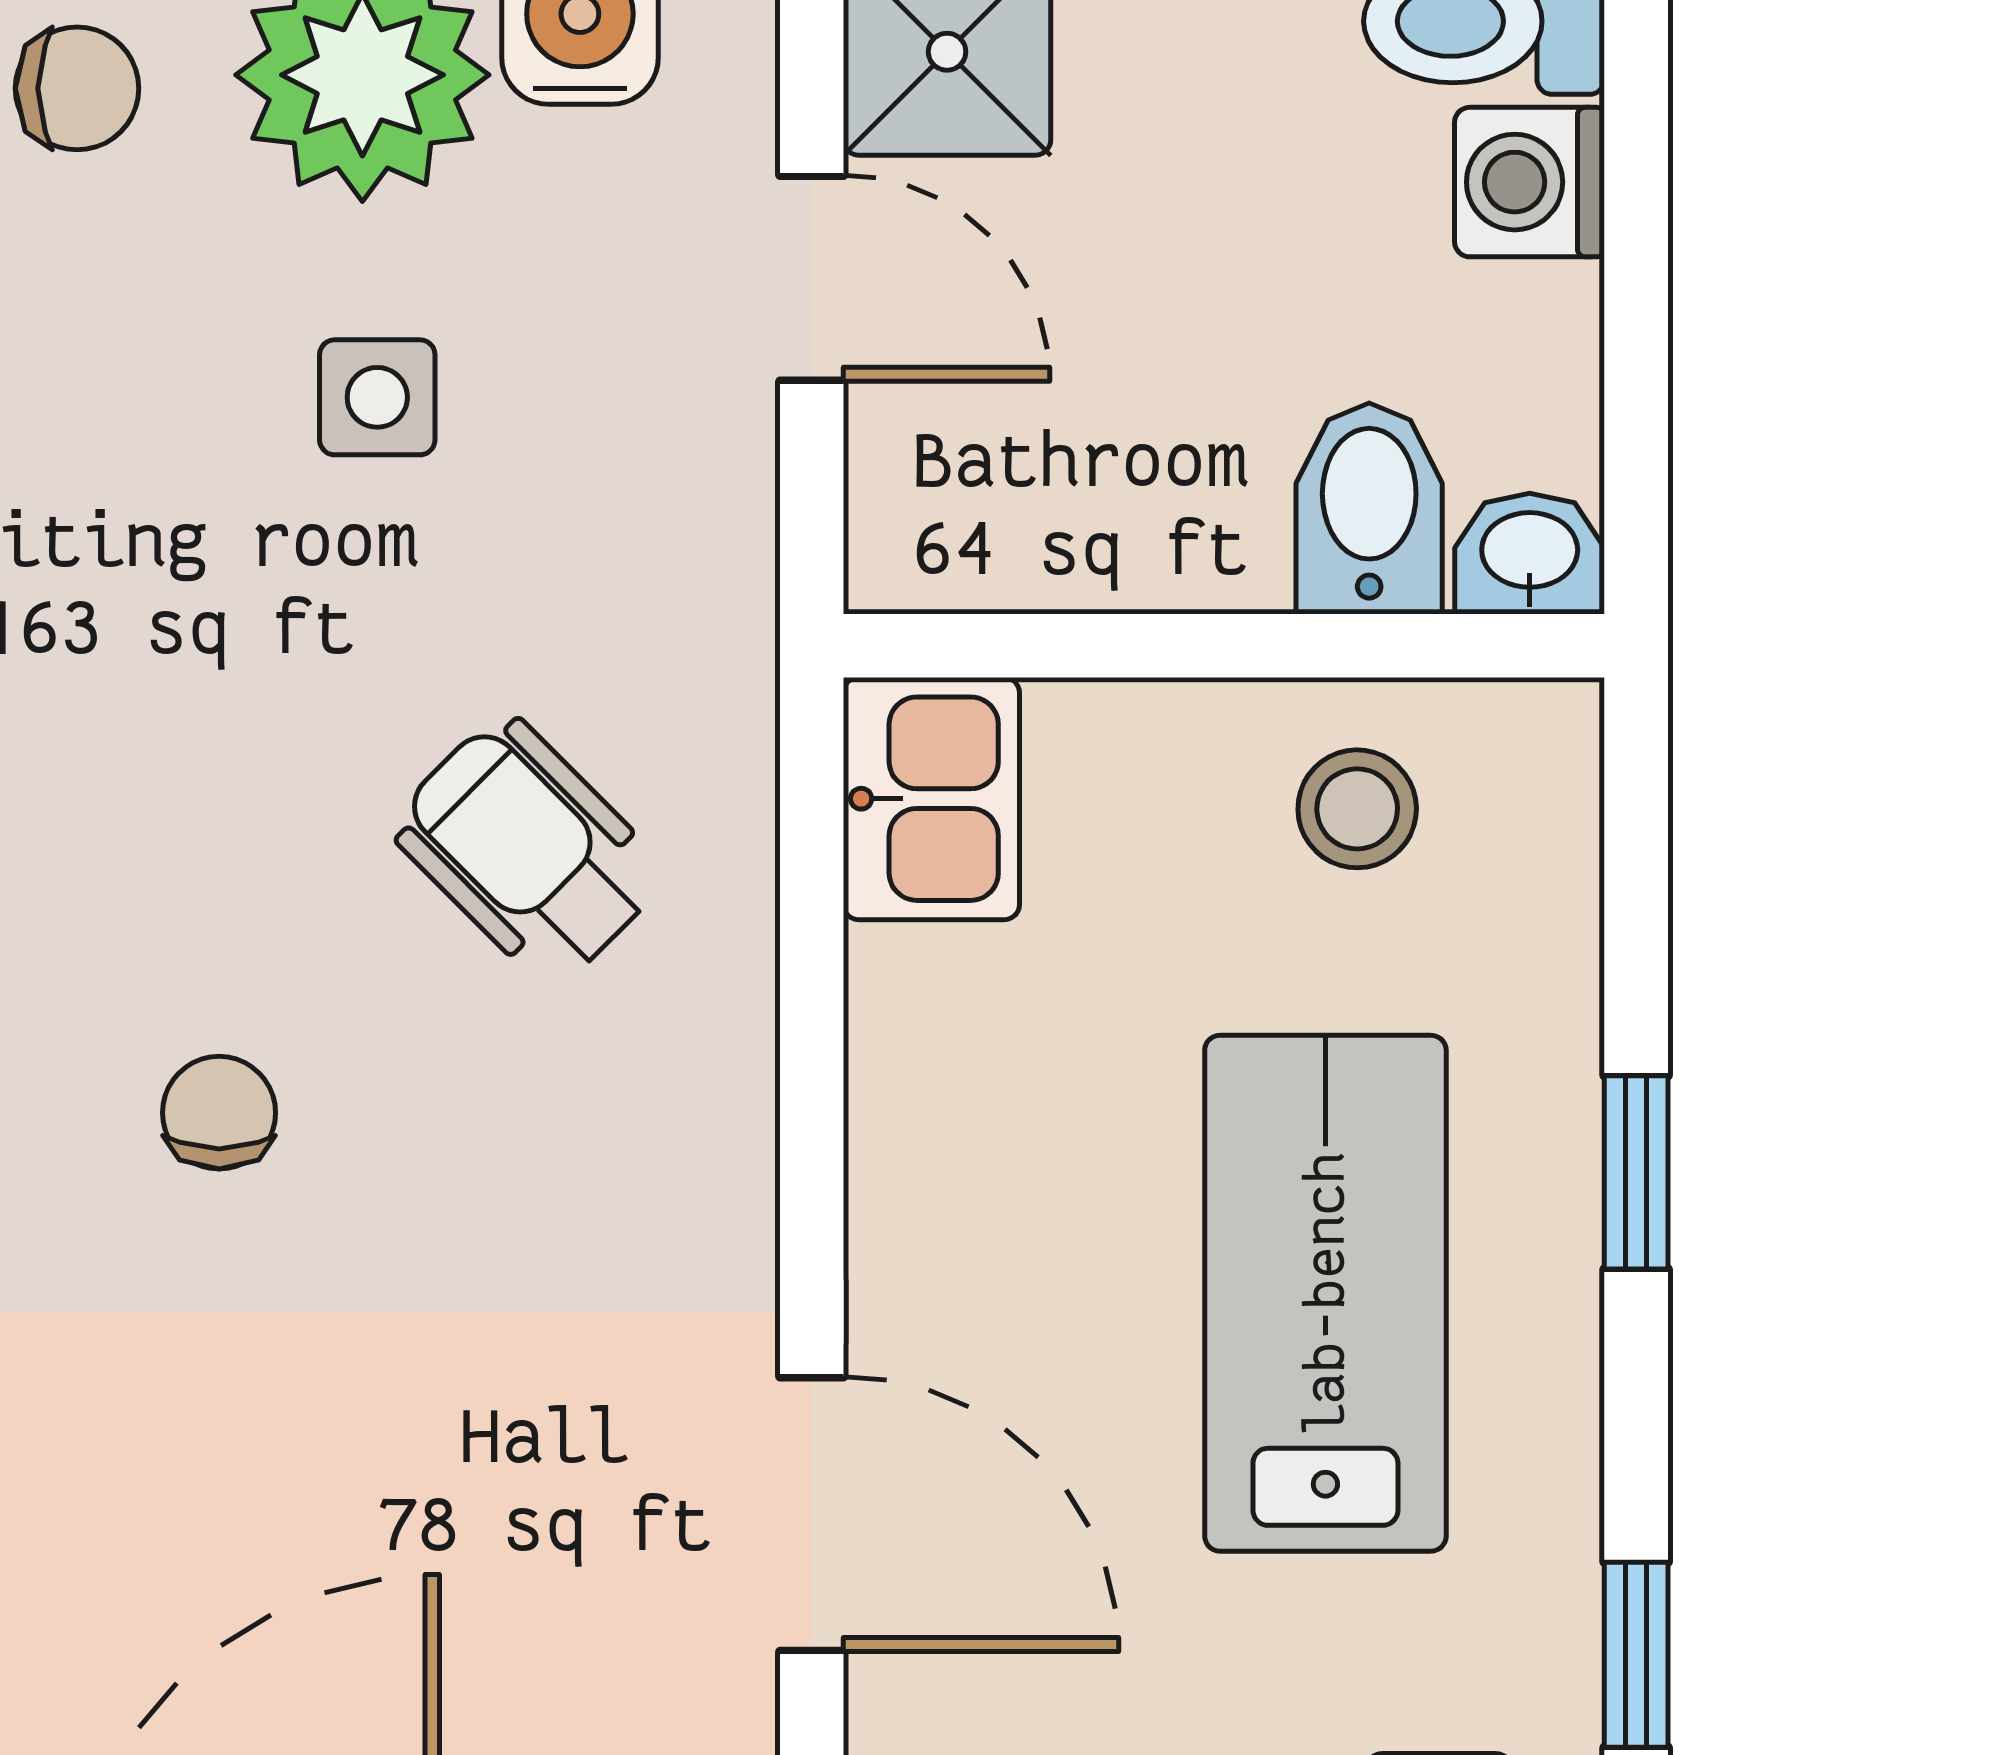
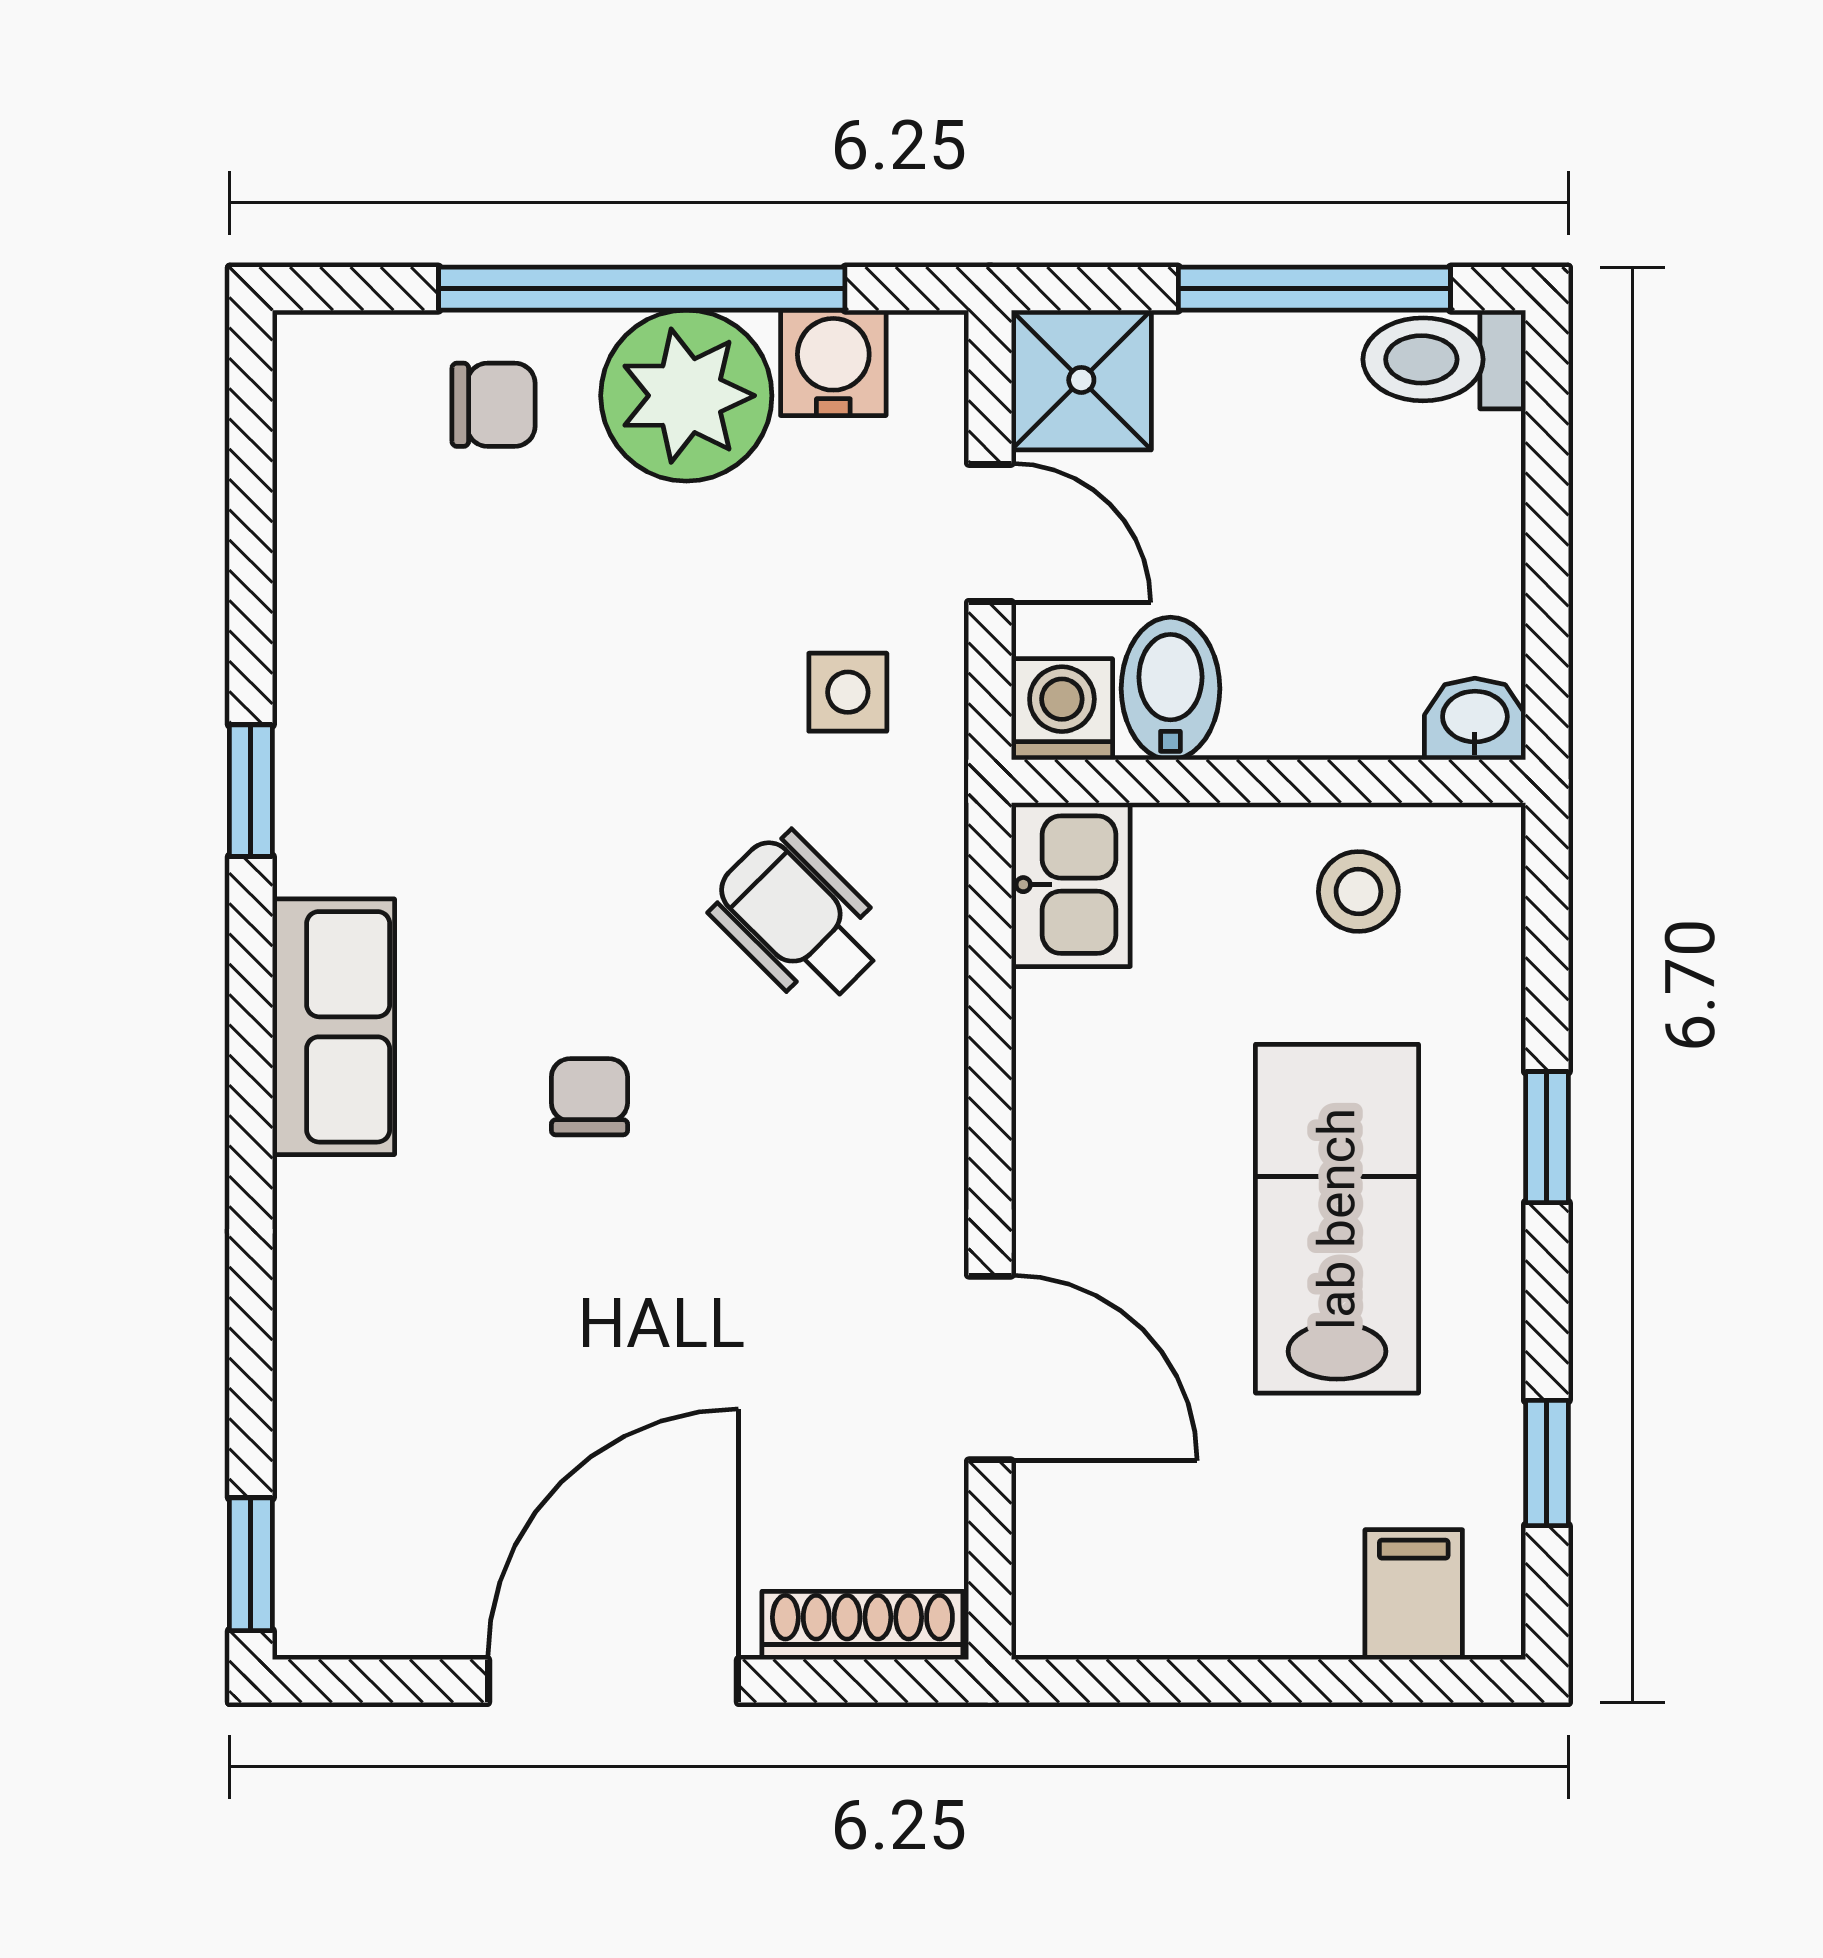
washing machine: (1530, 182) -> (1062, 709), moved, turned 90
side table: (377, 397) -> (848, 692), moved
bidet: (1369, 508) -> (1170, 689), moved

